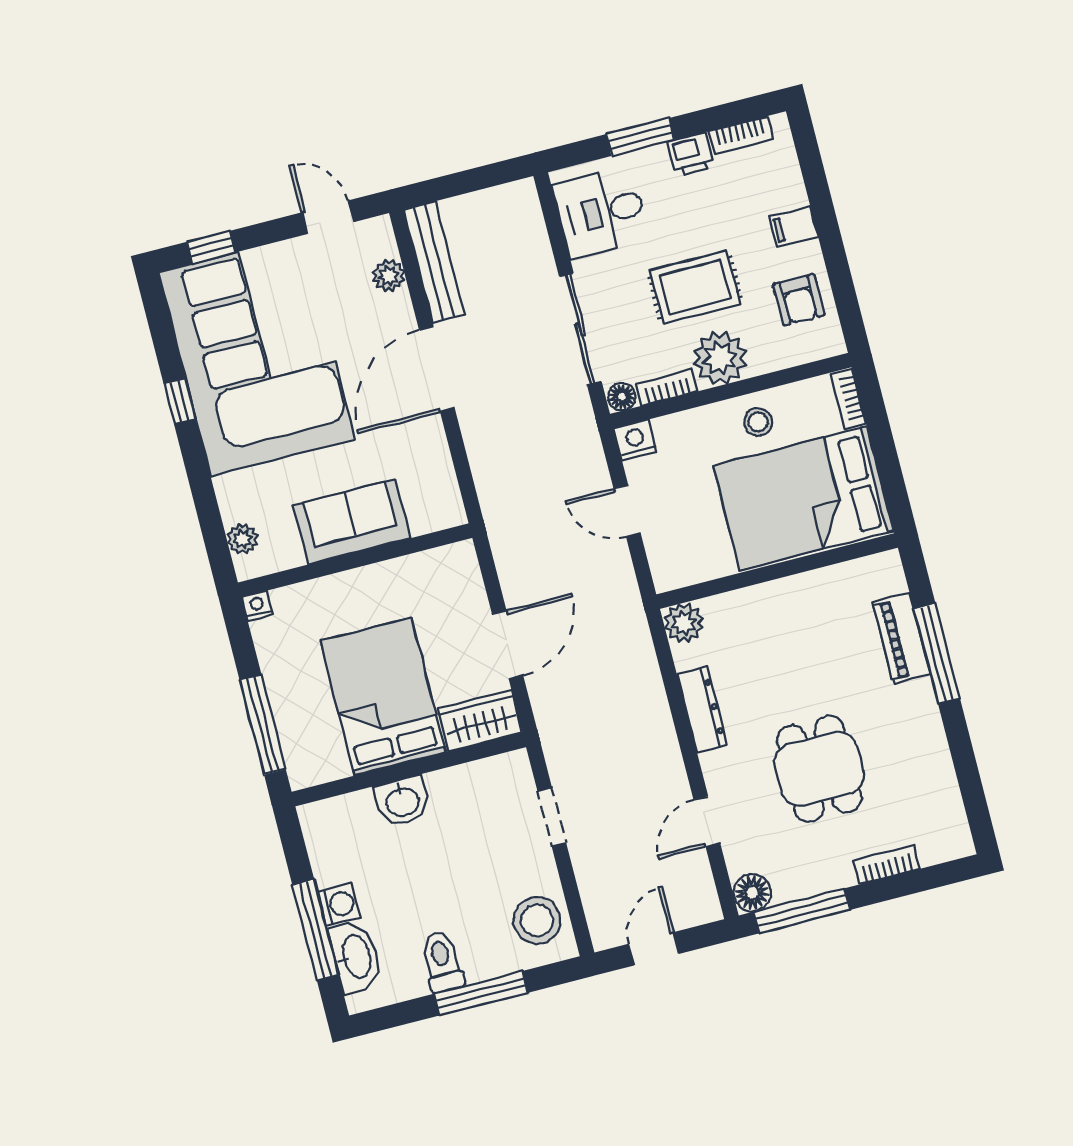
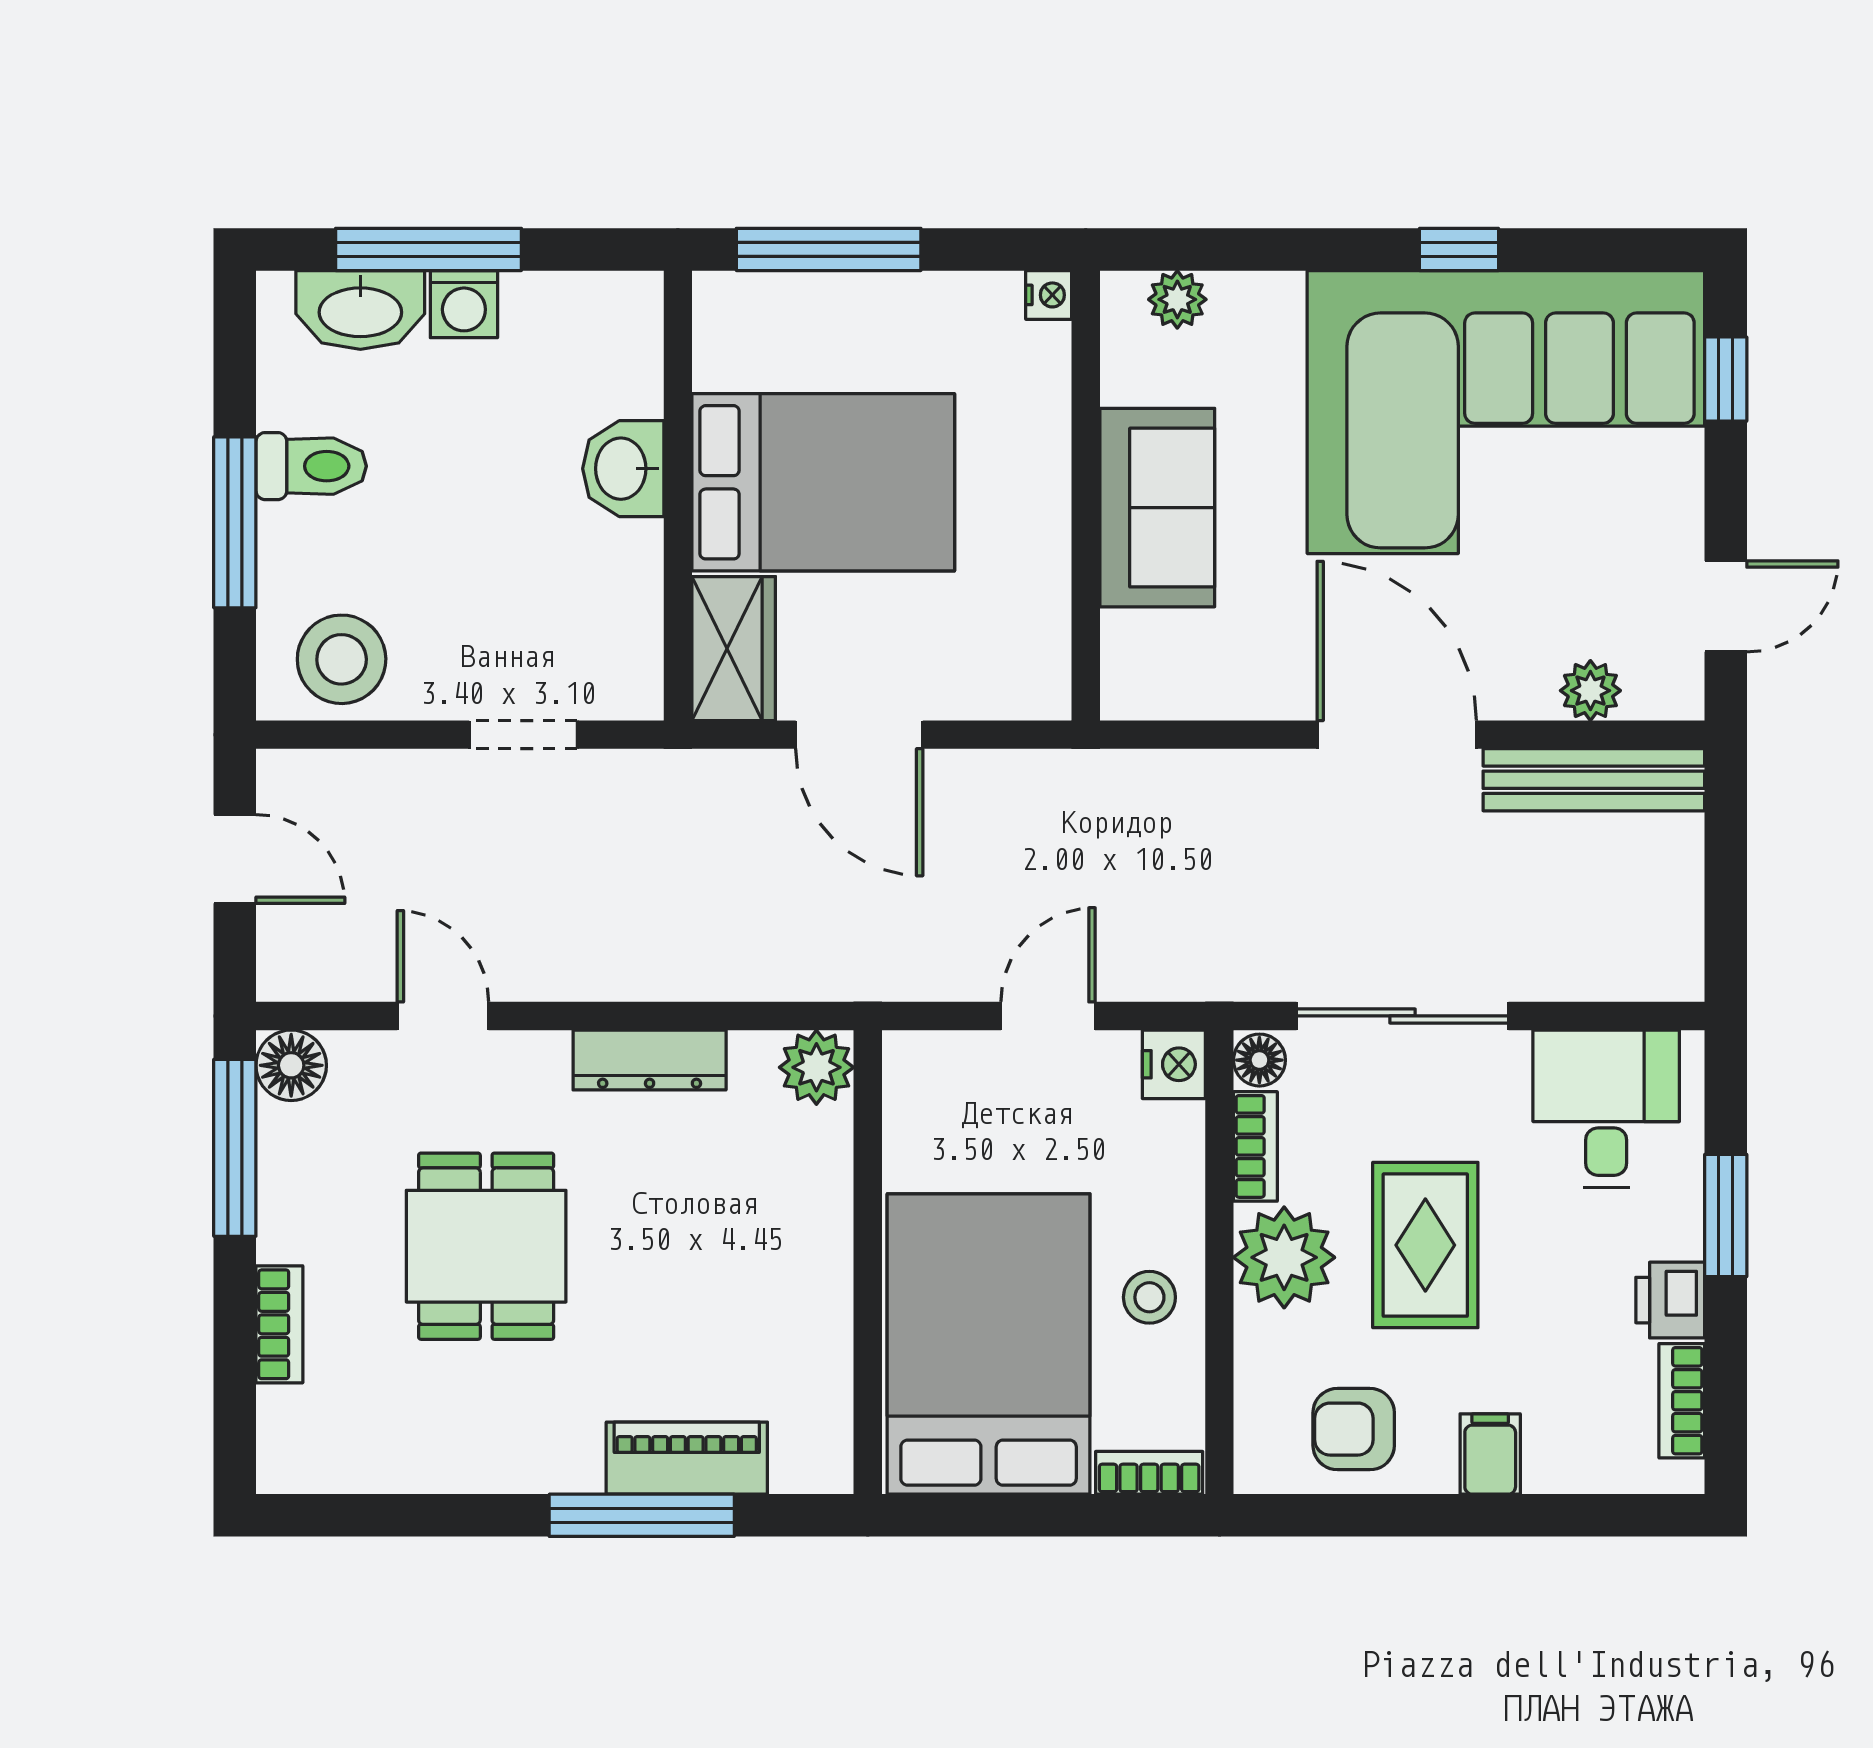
dining table: (819, 769) -> (486, 1246), turned 90

